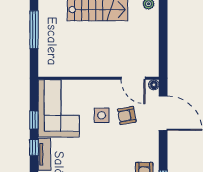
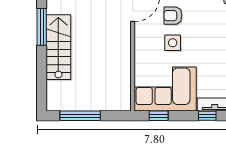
armchair: (127, 115) -> (173, 16), turned 100
window: (34, 120) -> (159, 116), moved

